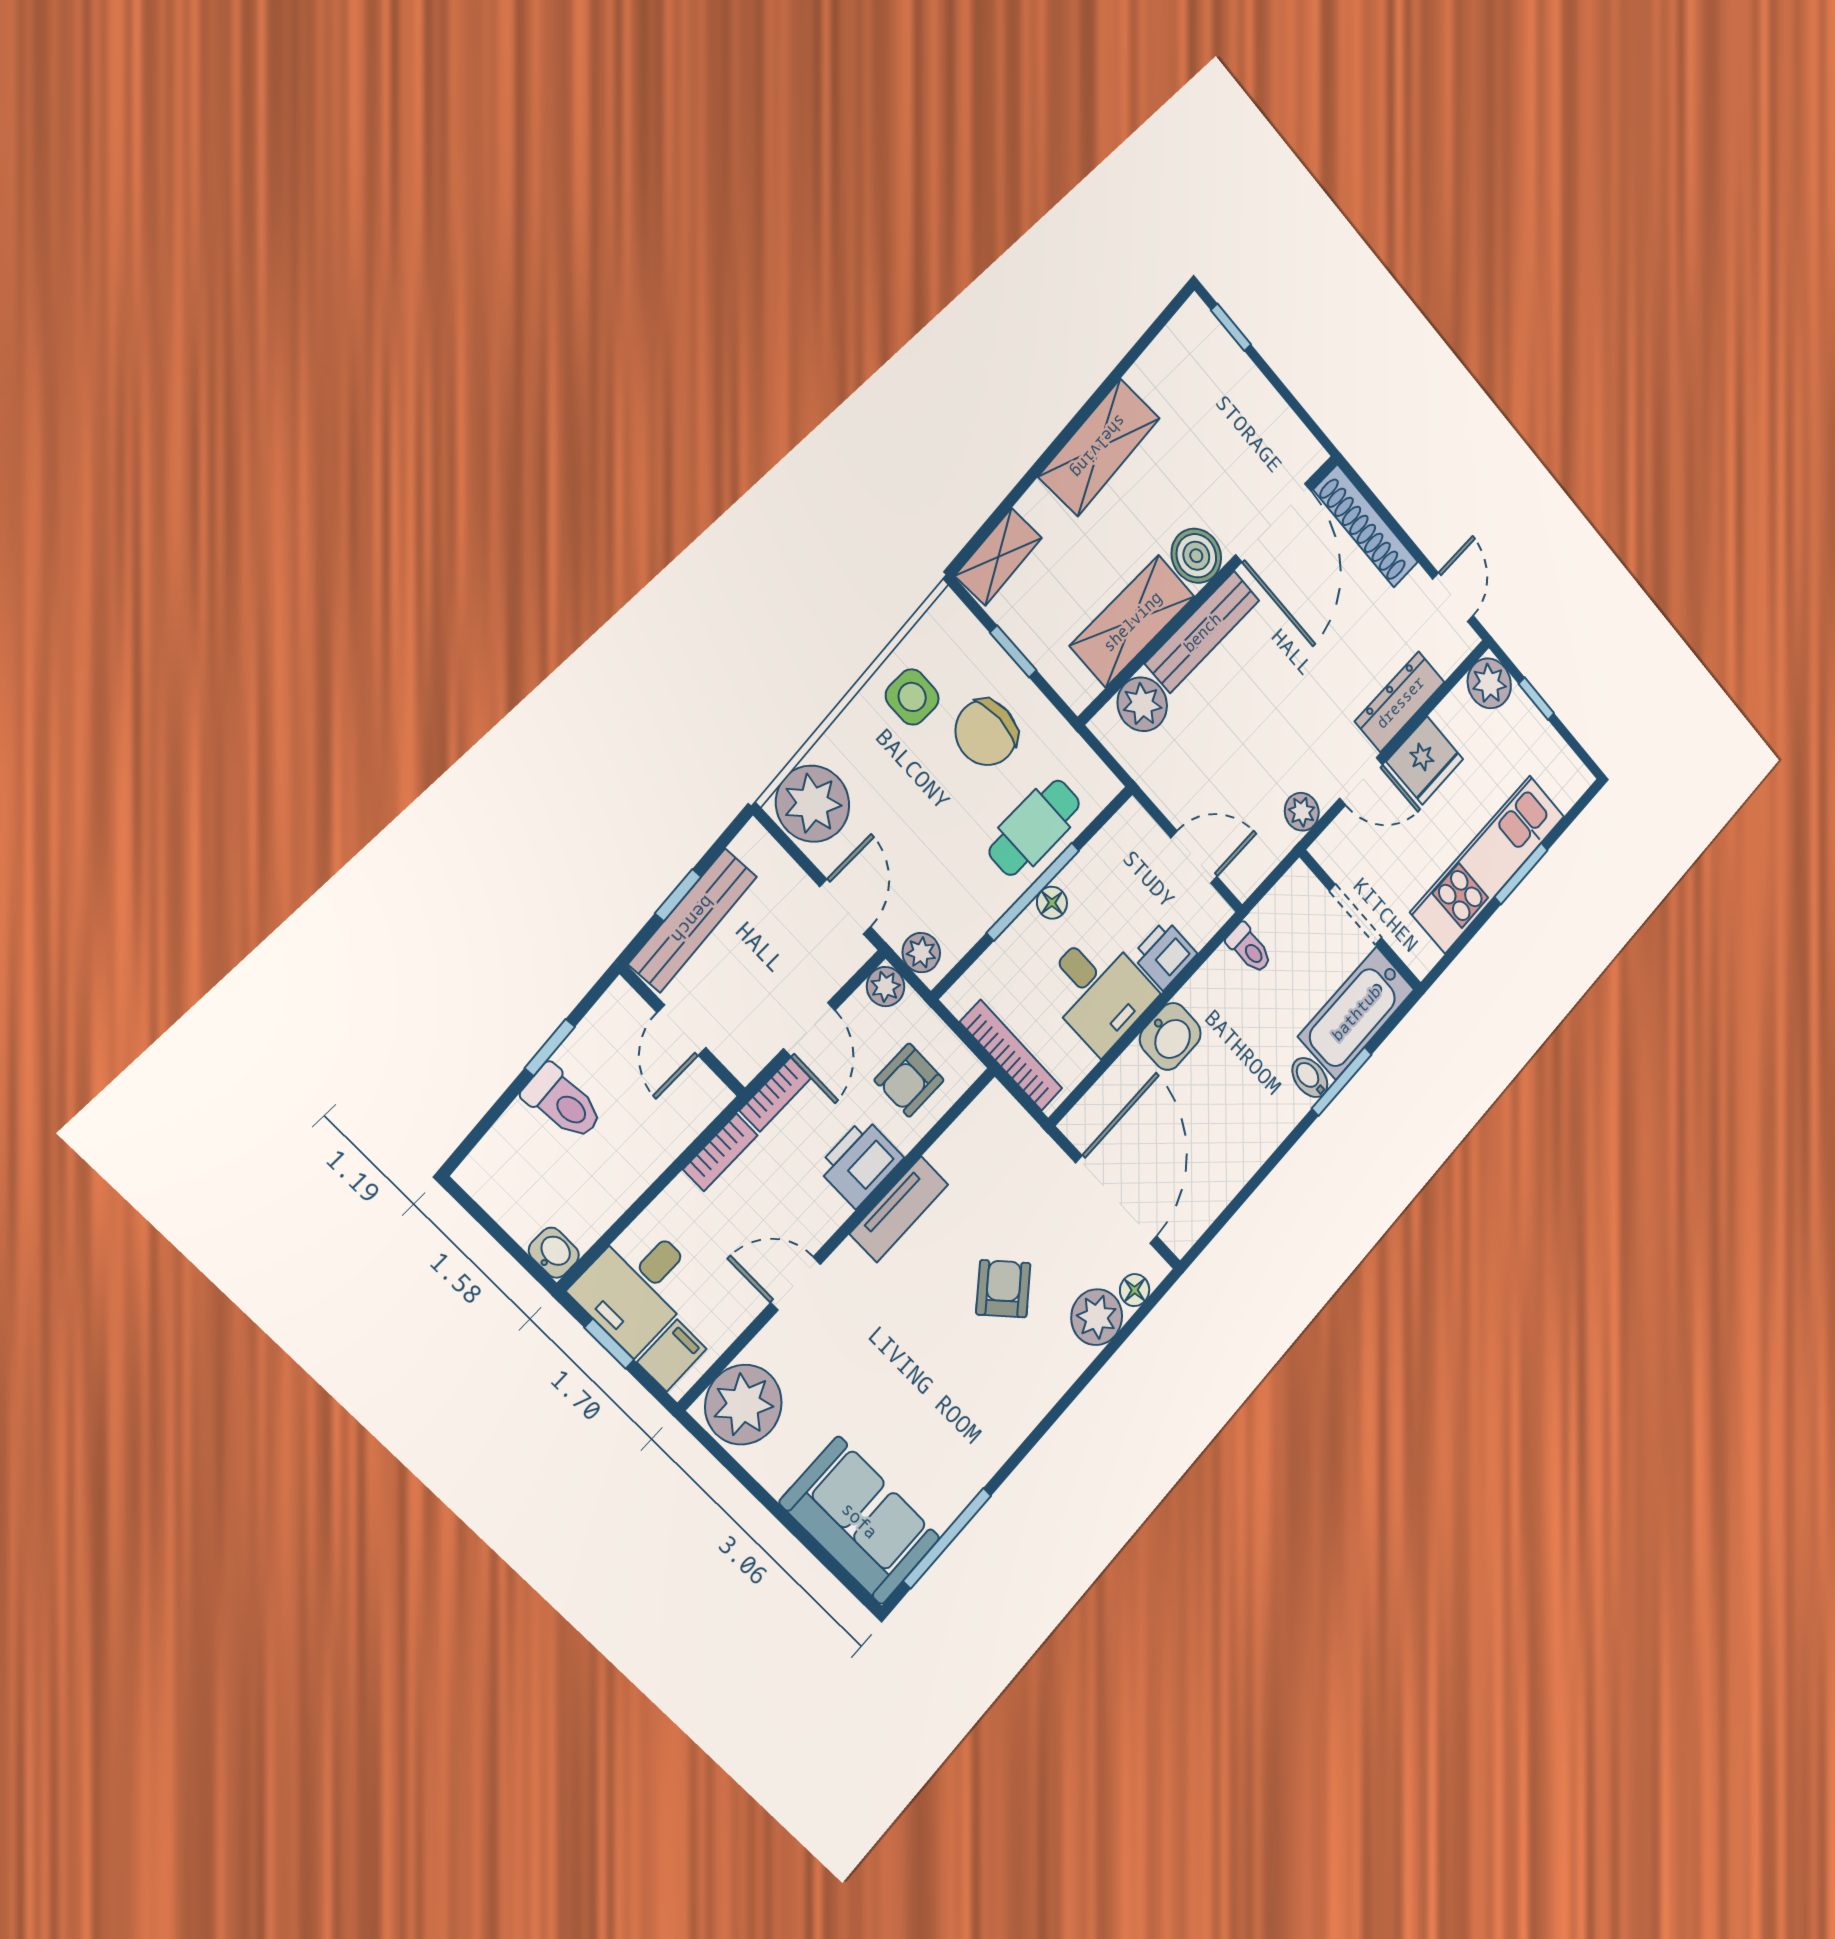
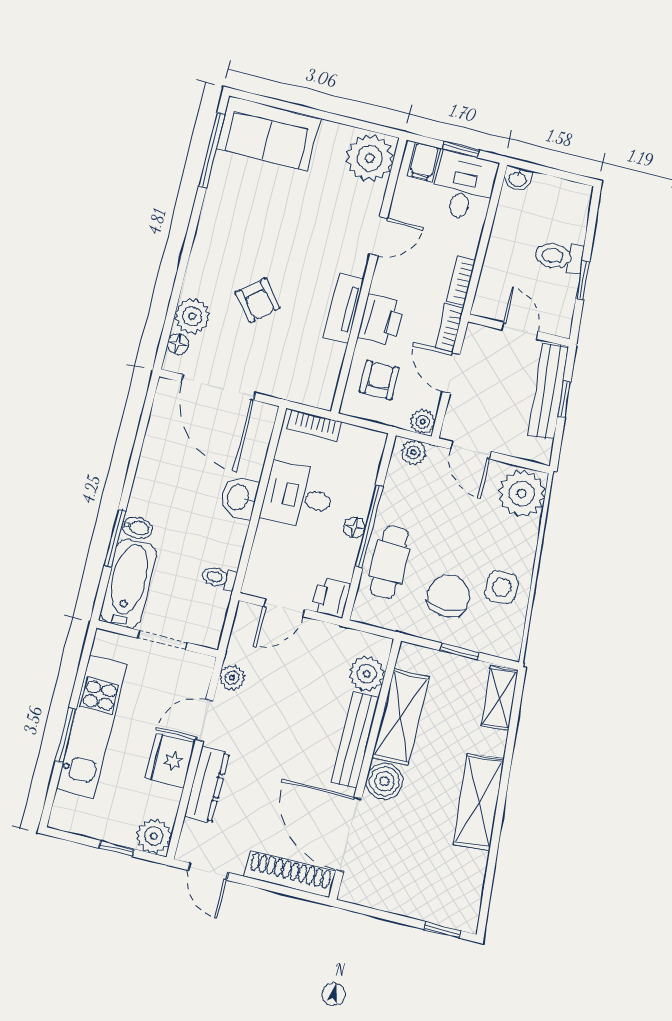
printer: (1165, 955) -> (331, 597), moved, turned 180
bookcase: (1011, 1055) -> (315, 426), width x0.64

